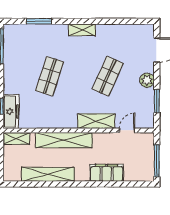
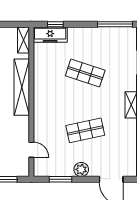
shop shelf: (108, 76) -> (85, 130), turned -36
shelving: (96, 121) -> (41, 119), removed

